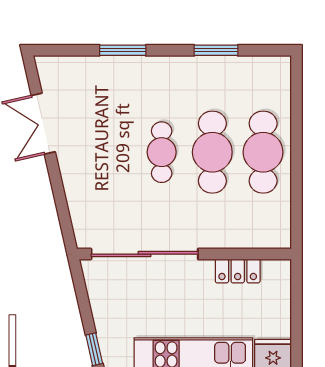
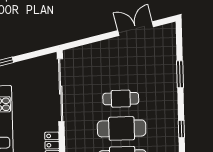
window: (216, 50) -> (181, 129), width x0.67

